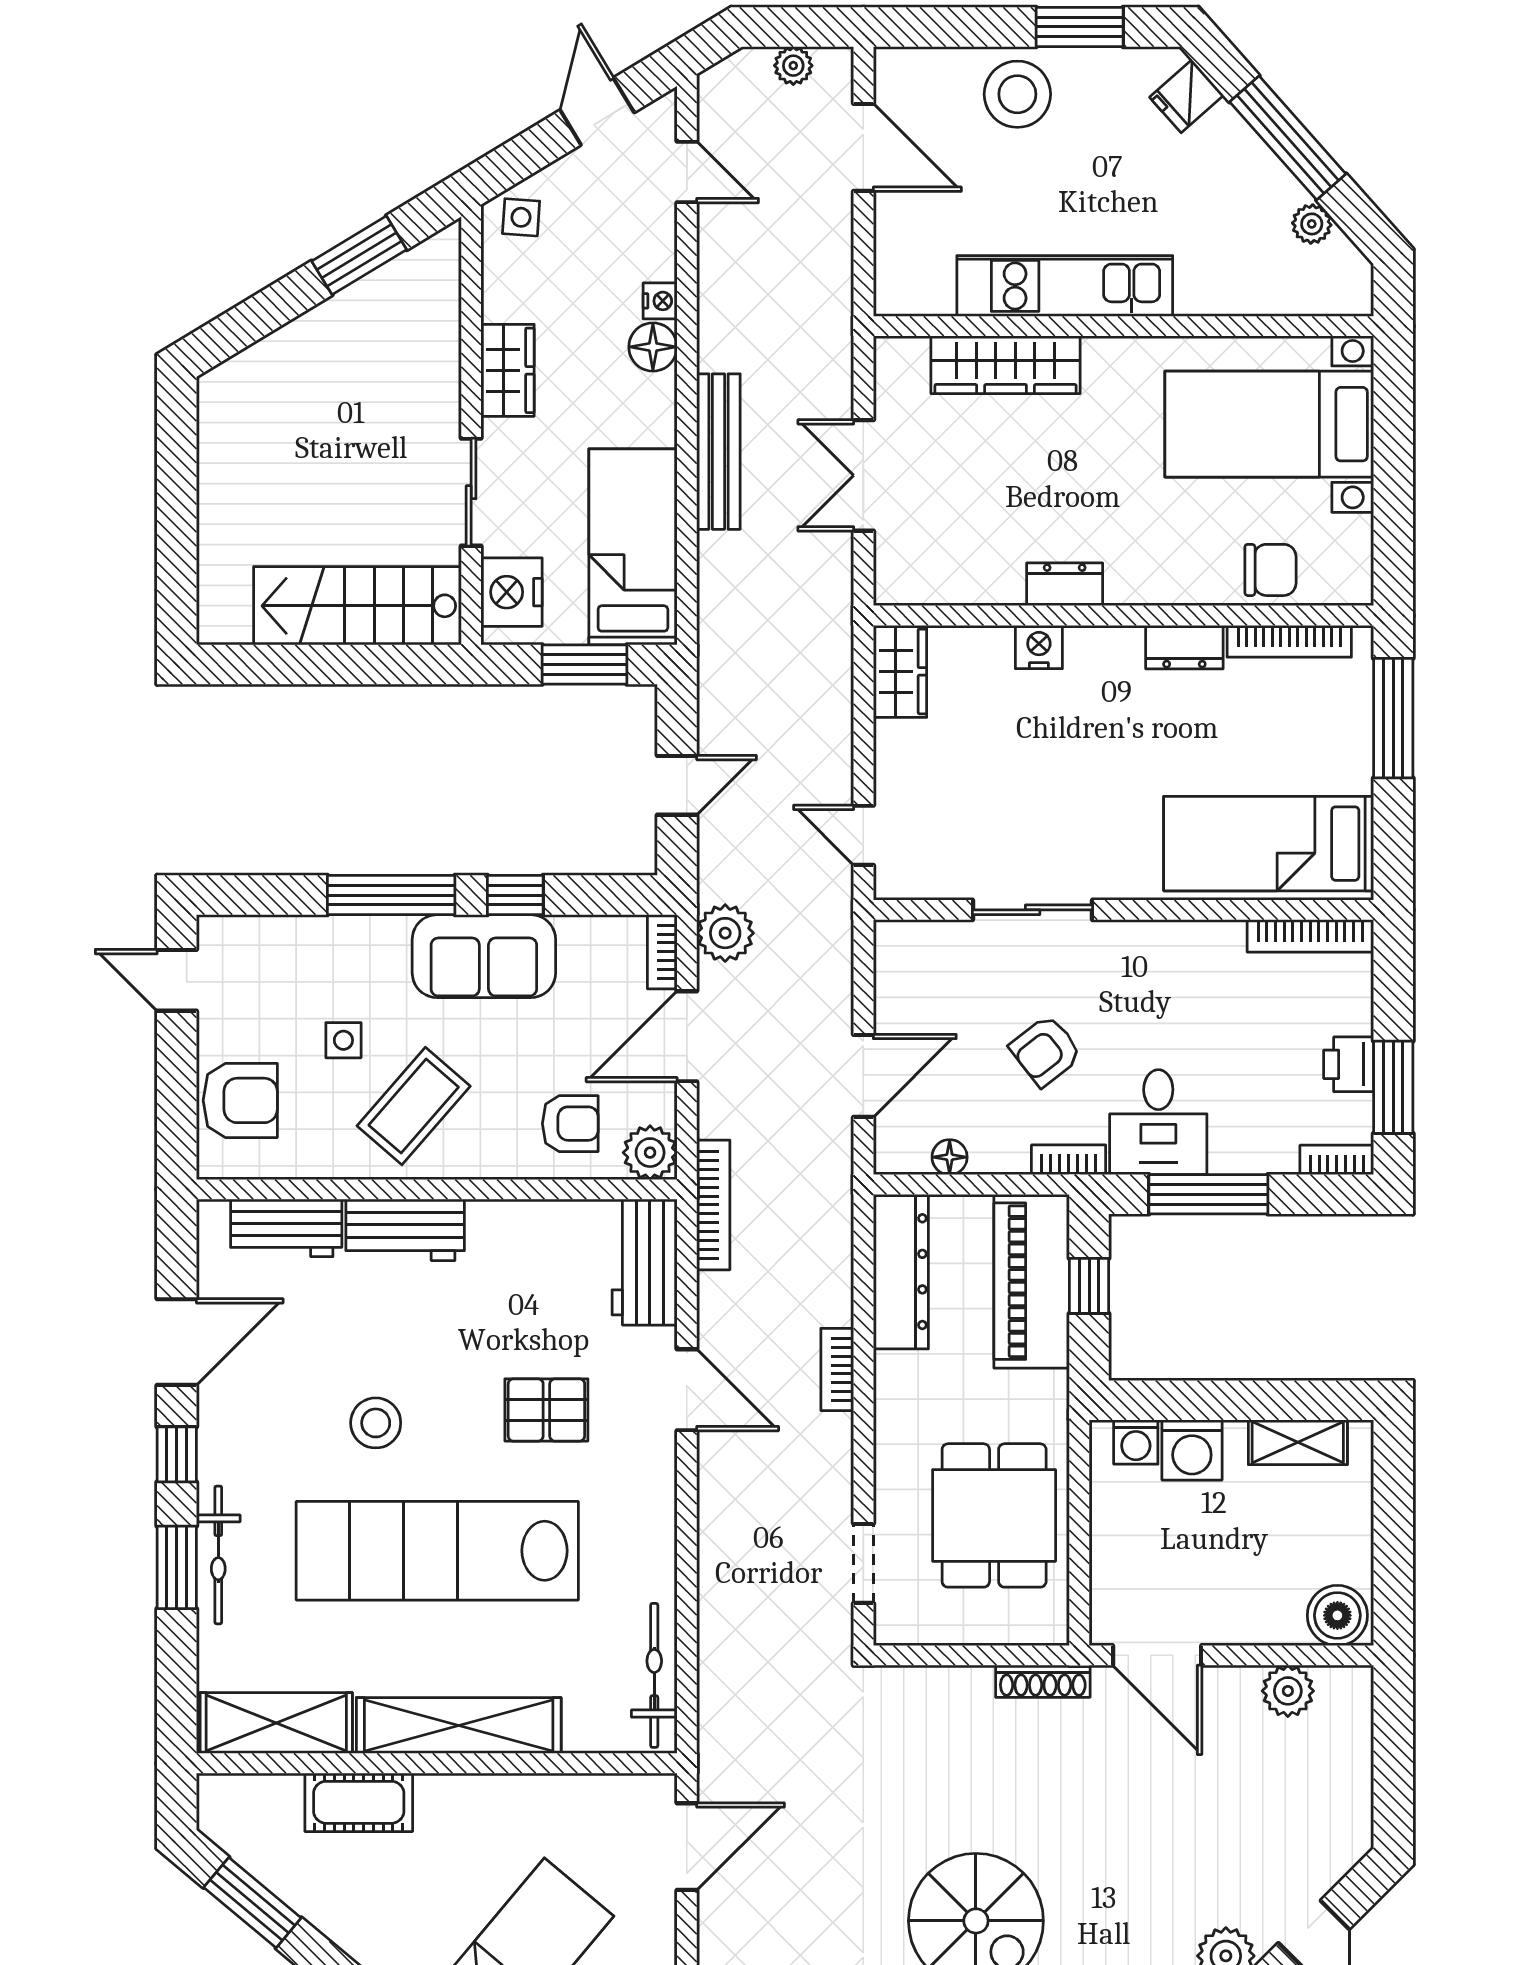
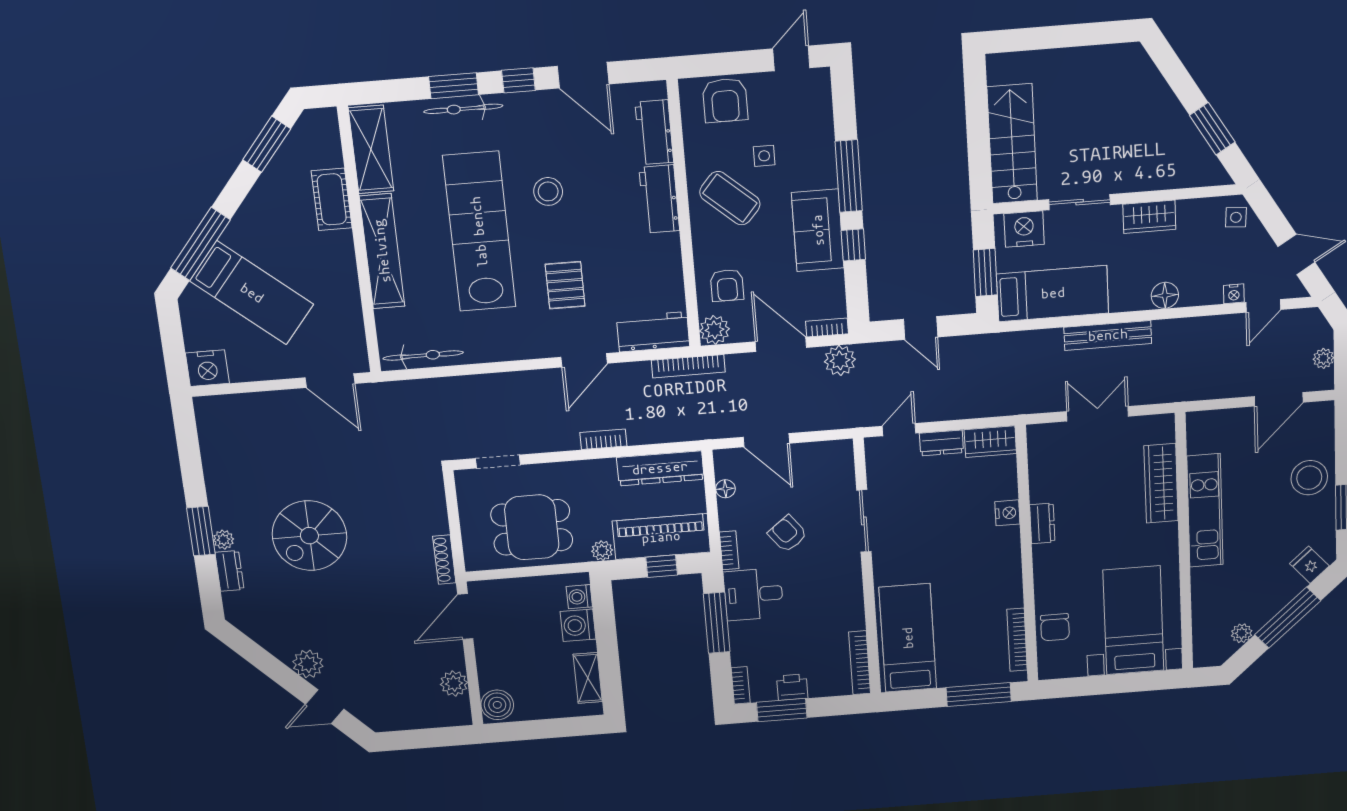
nightstand: (660, 301) -> (1234, 294), moved
dresser: (1184, 647) -> (941, 443), moved, turned -90
plant: (1050, 1392) -> (602, 551), added

